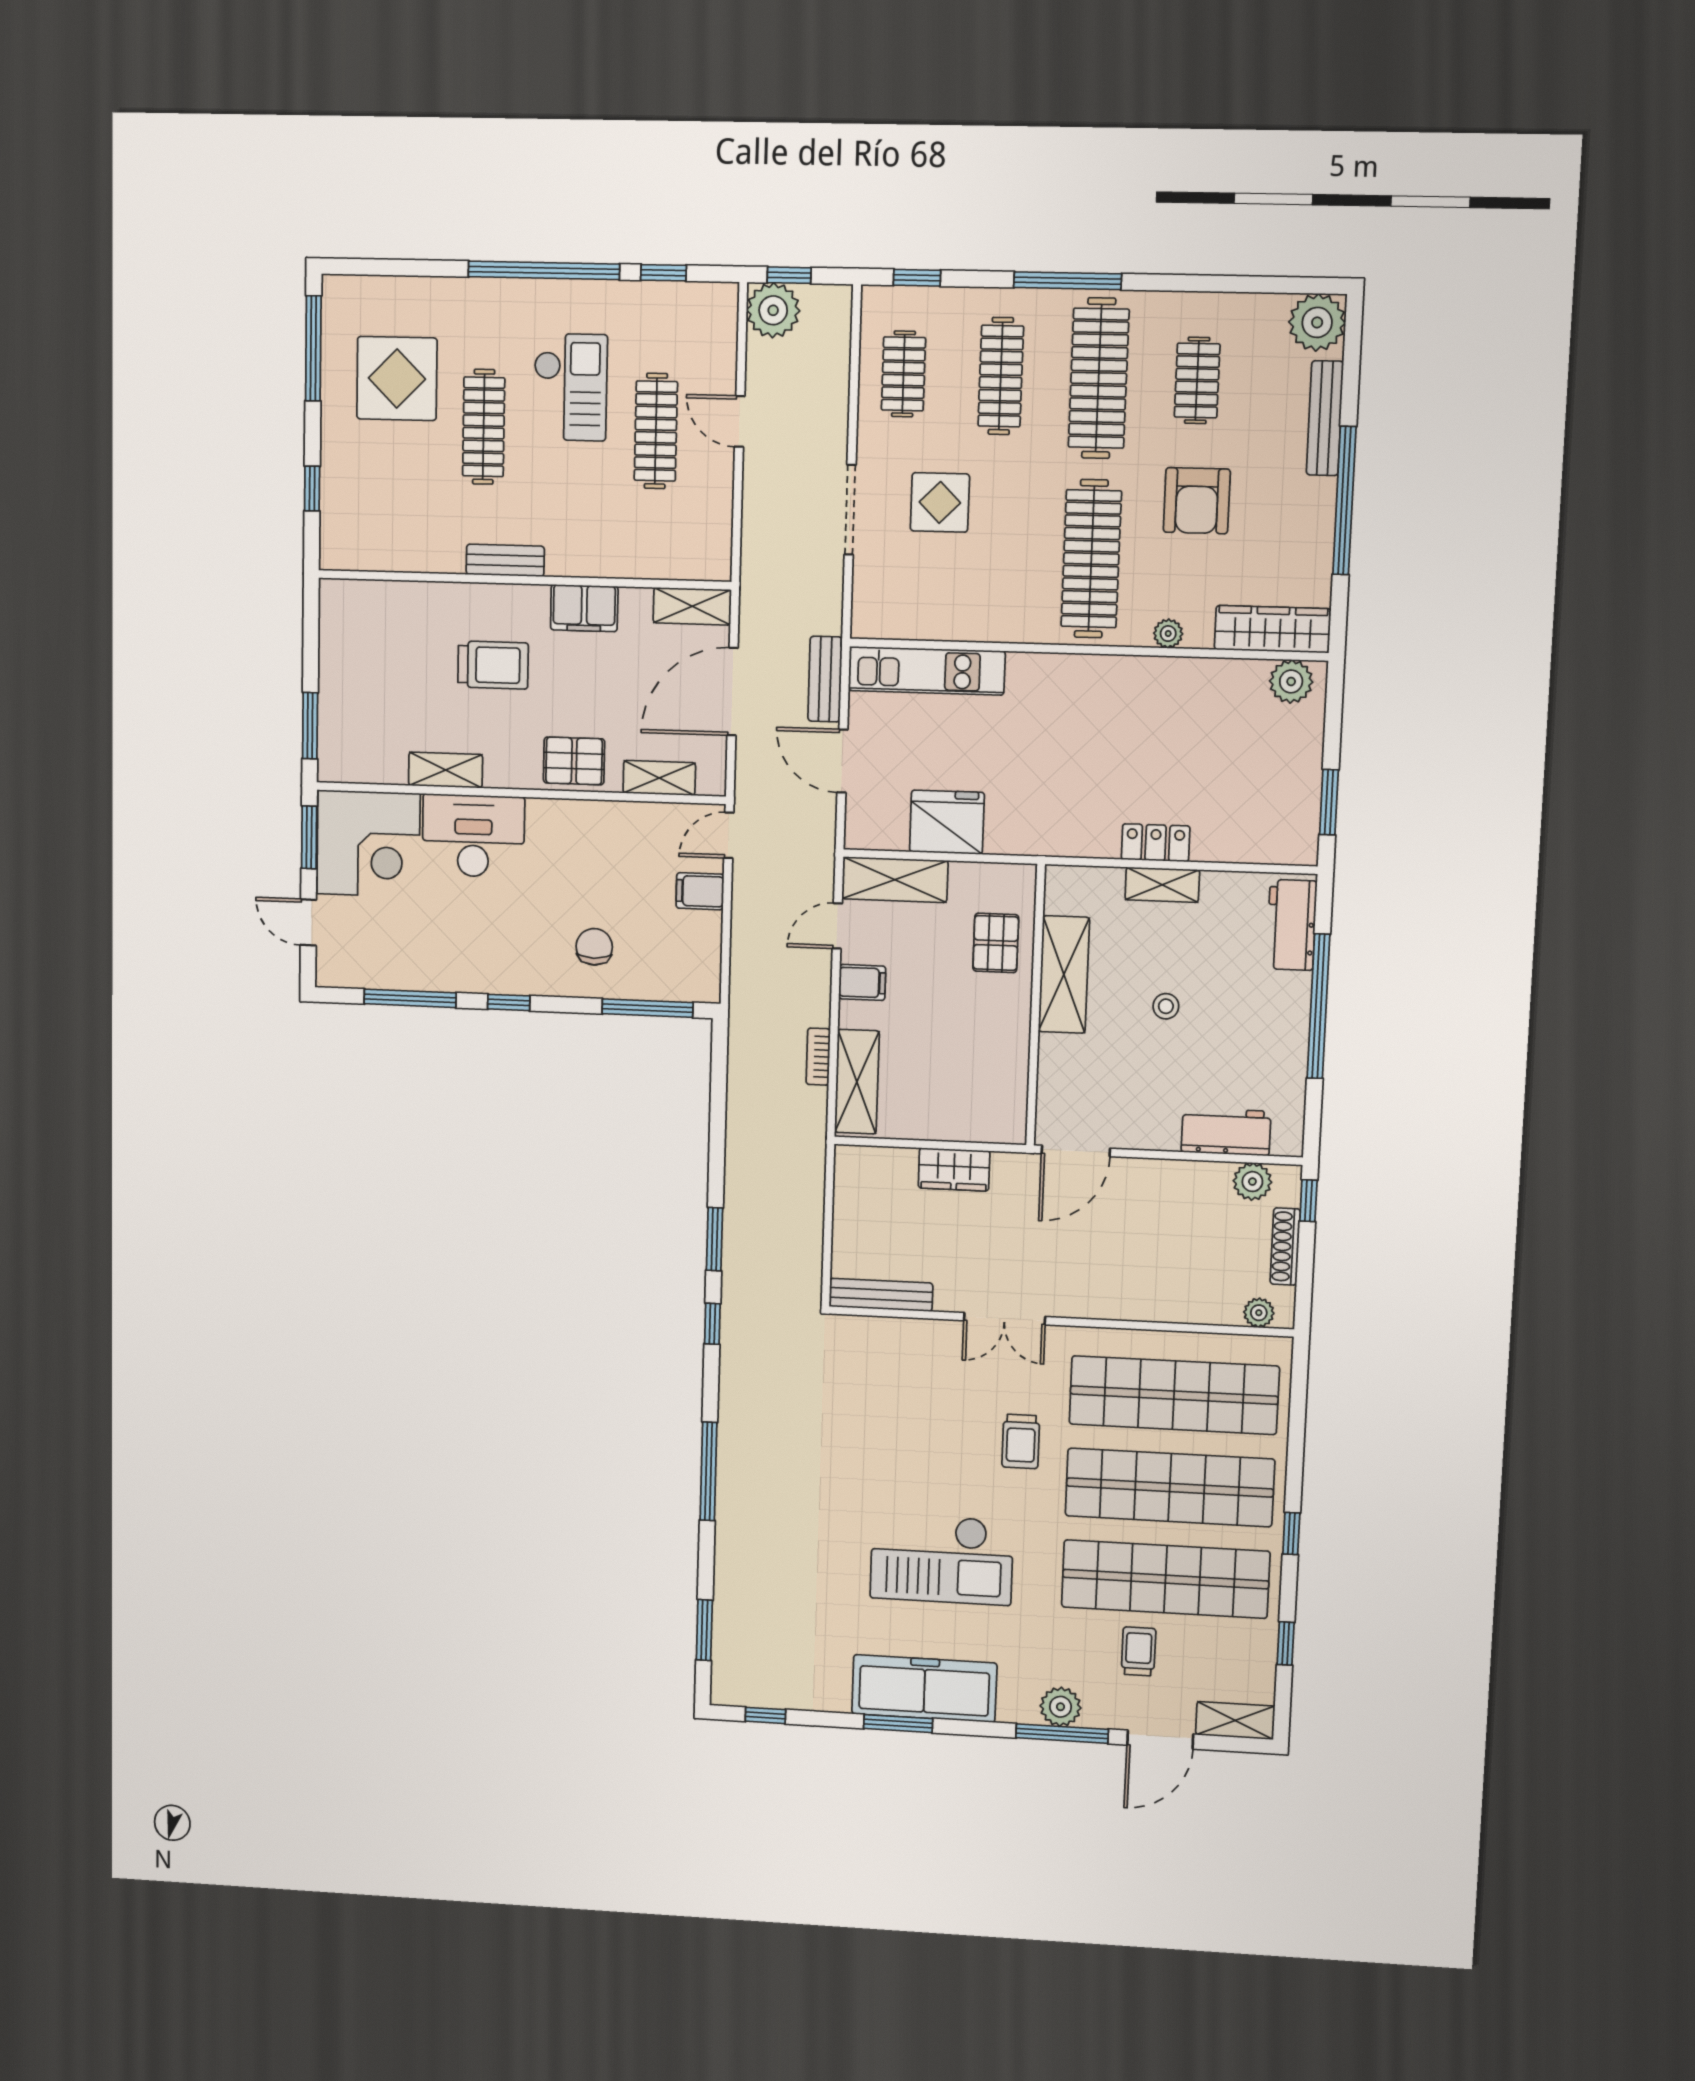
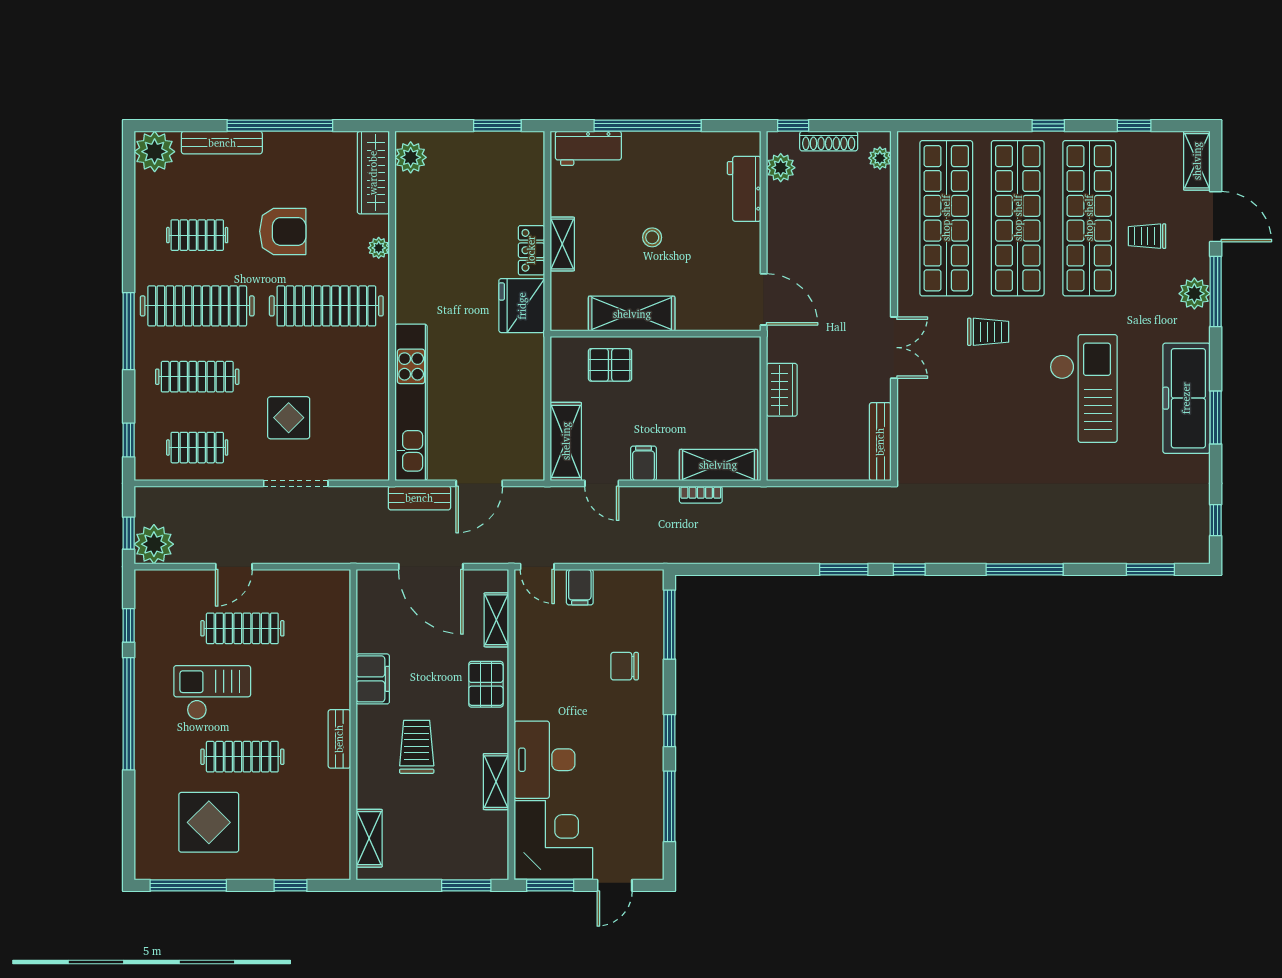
shelving: (692, 606) -> (369, 838), moved
kitchen unit: (927, 671) -> (411, 402), width x1.36
fridge: (947, 822) -> (522, 306), moved

